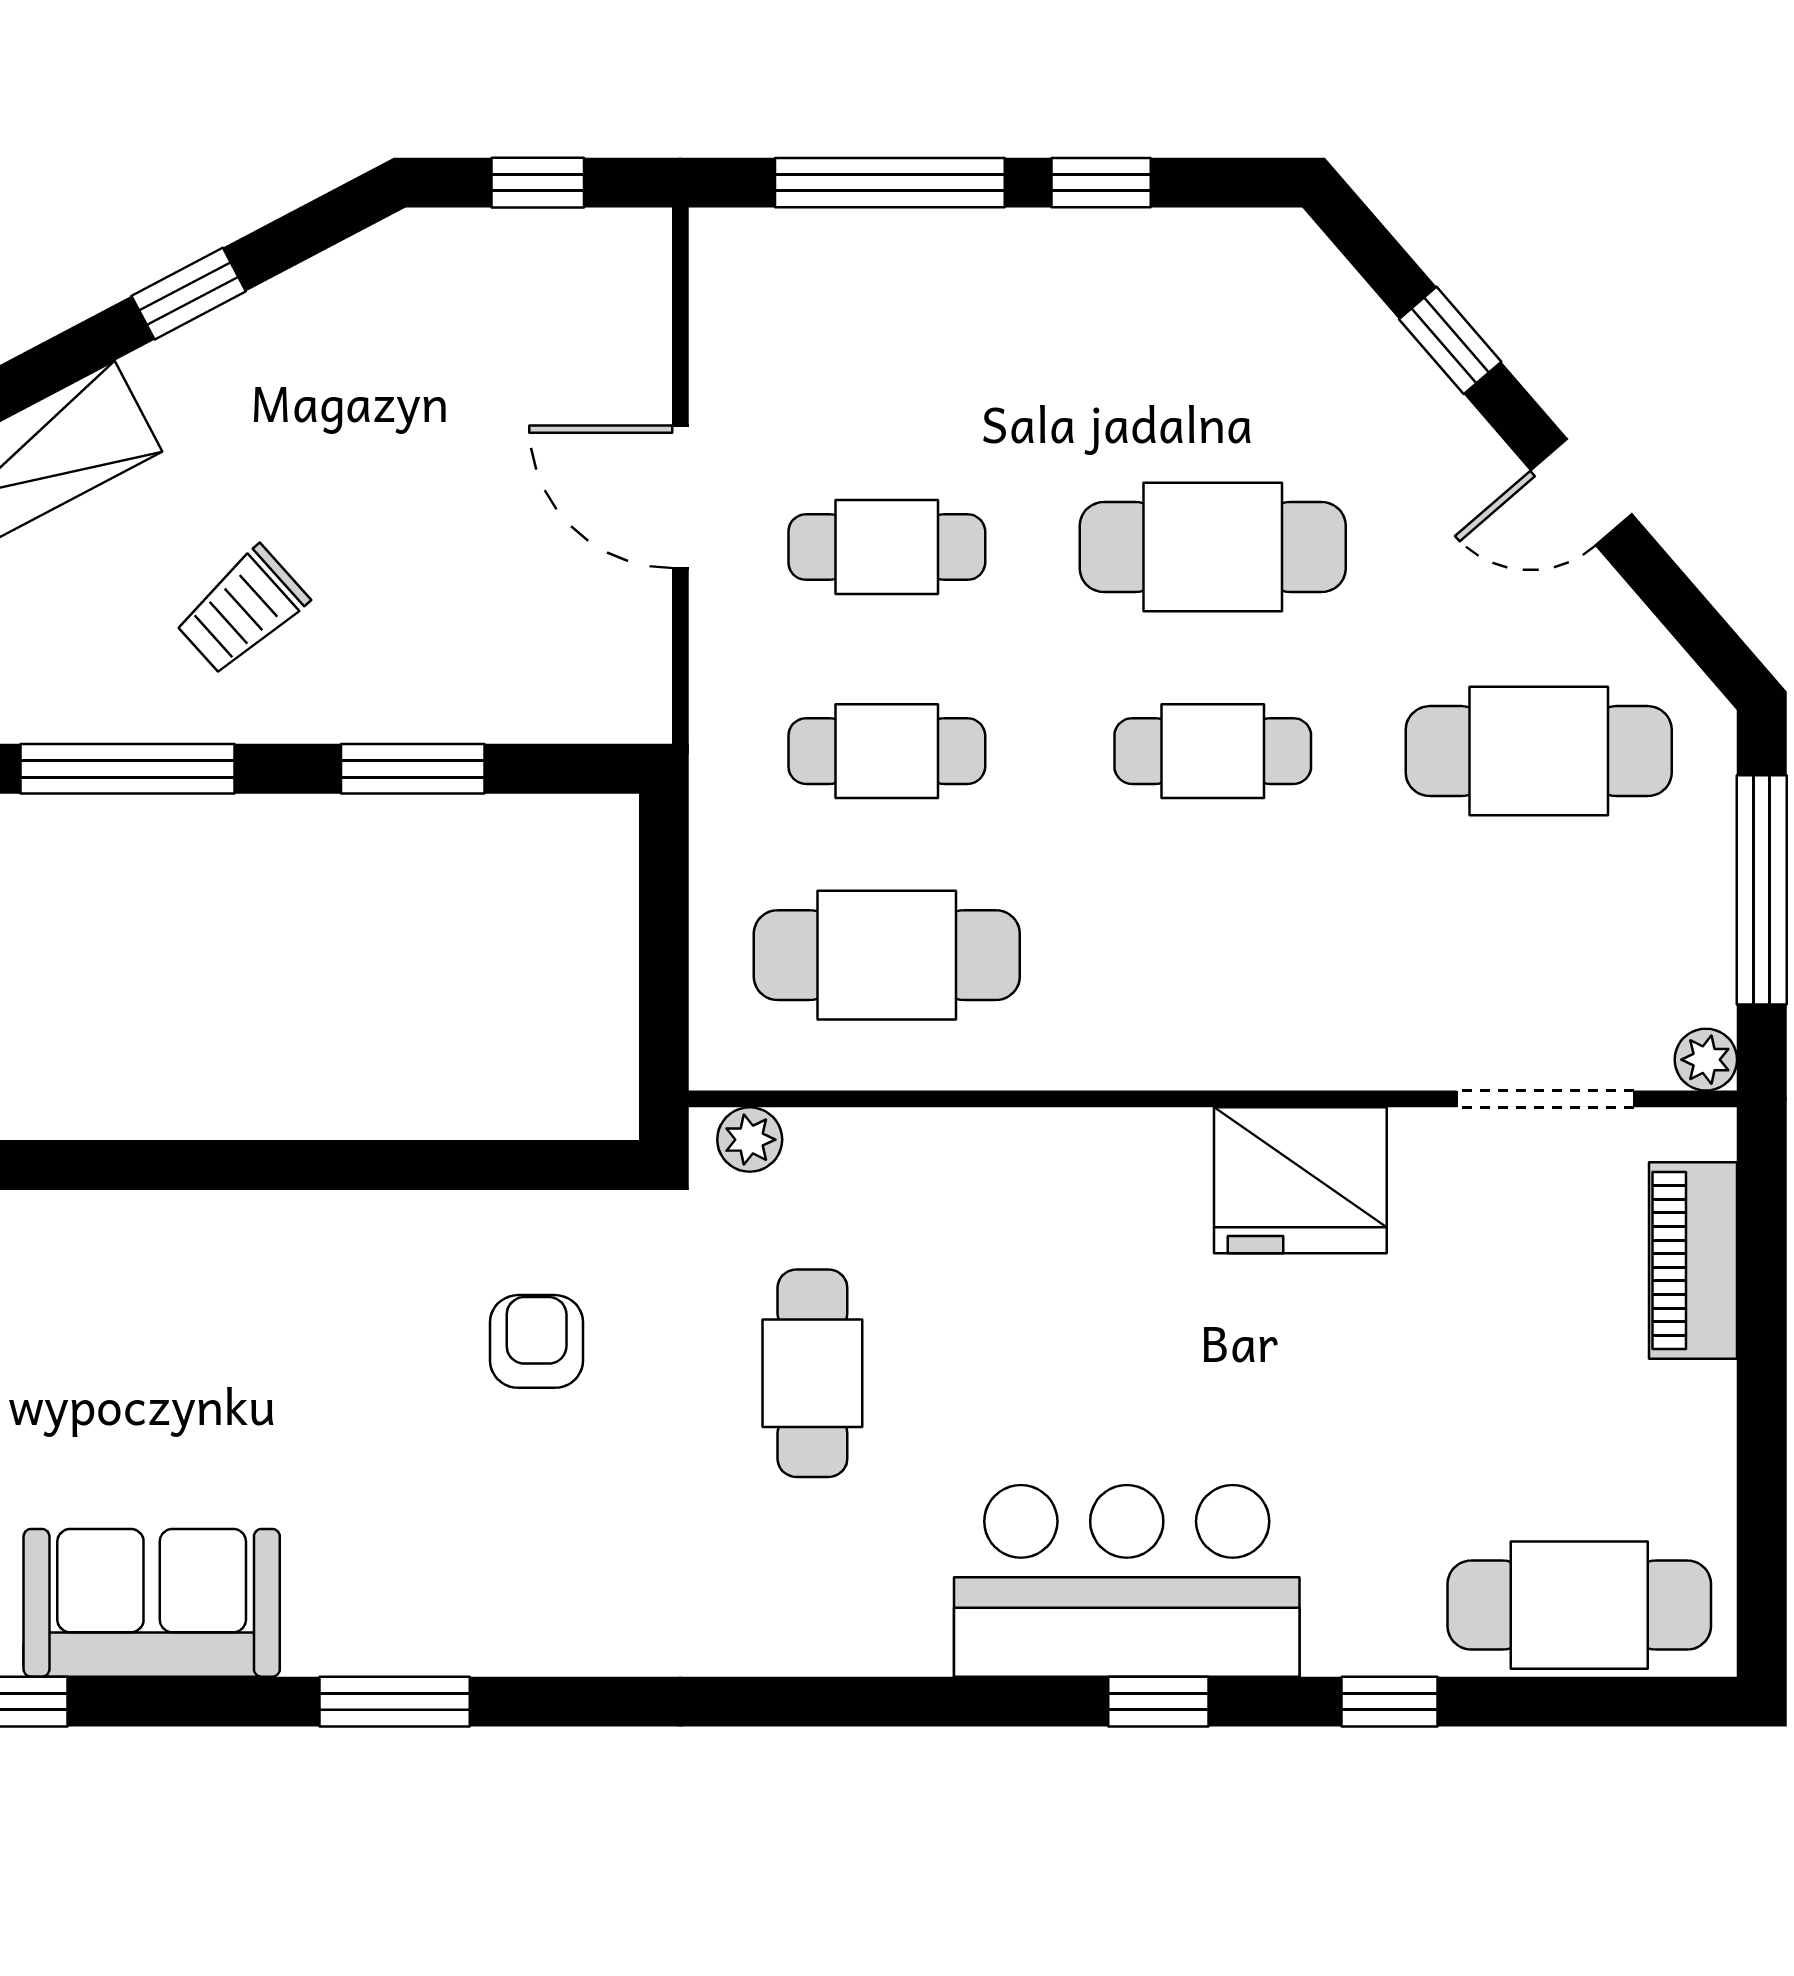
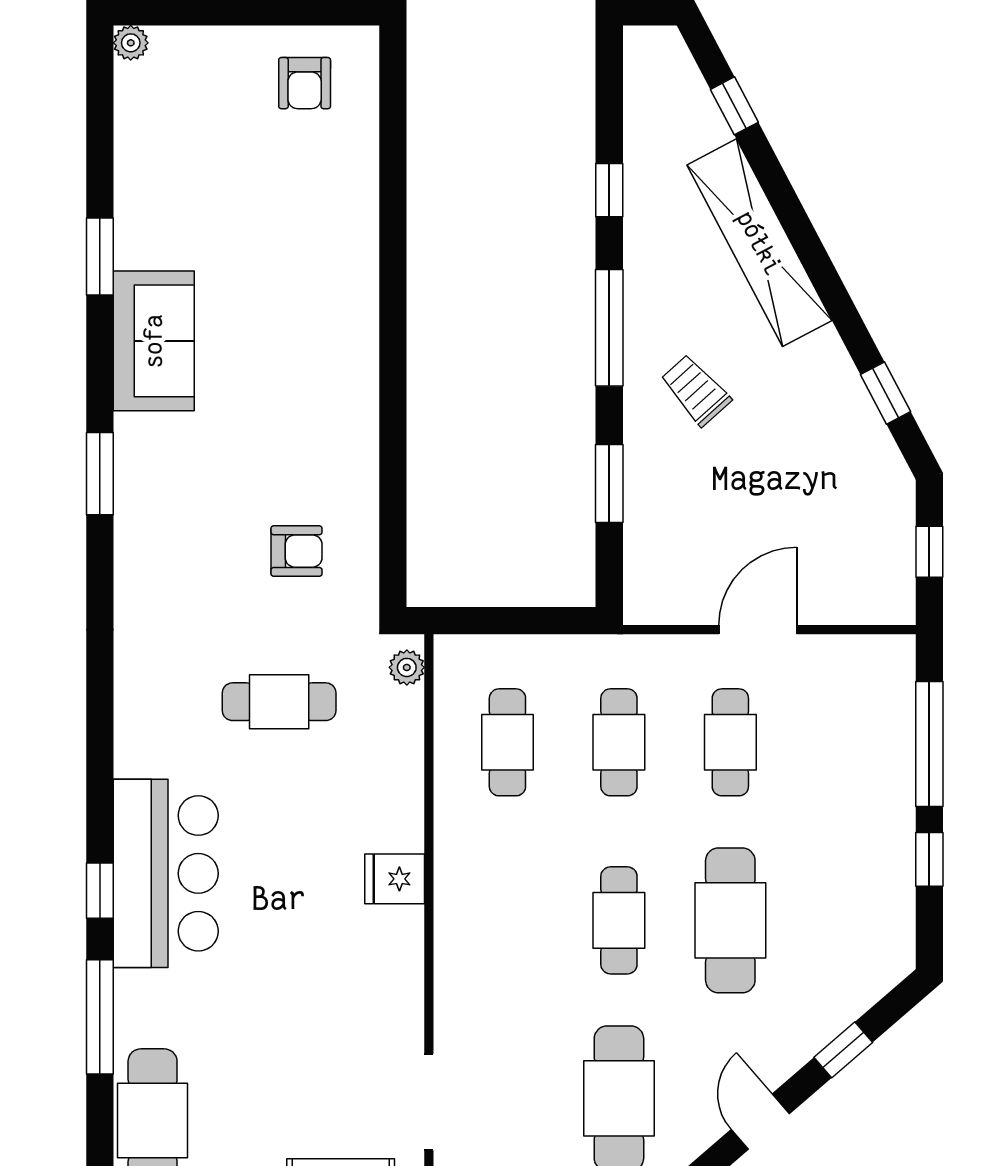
window: (189, 294) -> (886, 393), moved
cafe table: (887, 955) -> (507, 742), width x0.73, depth x0.74
fridge: (1300, 1180) -> (395, 879), moved, width x0.53, depth x0.75
window: (1389, 1702) -> (100, 1017), width x2.17

